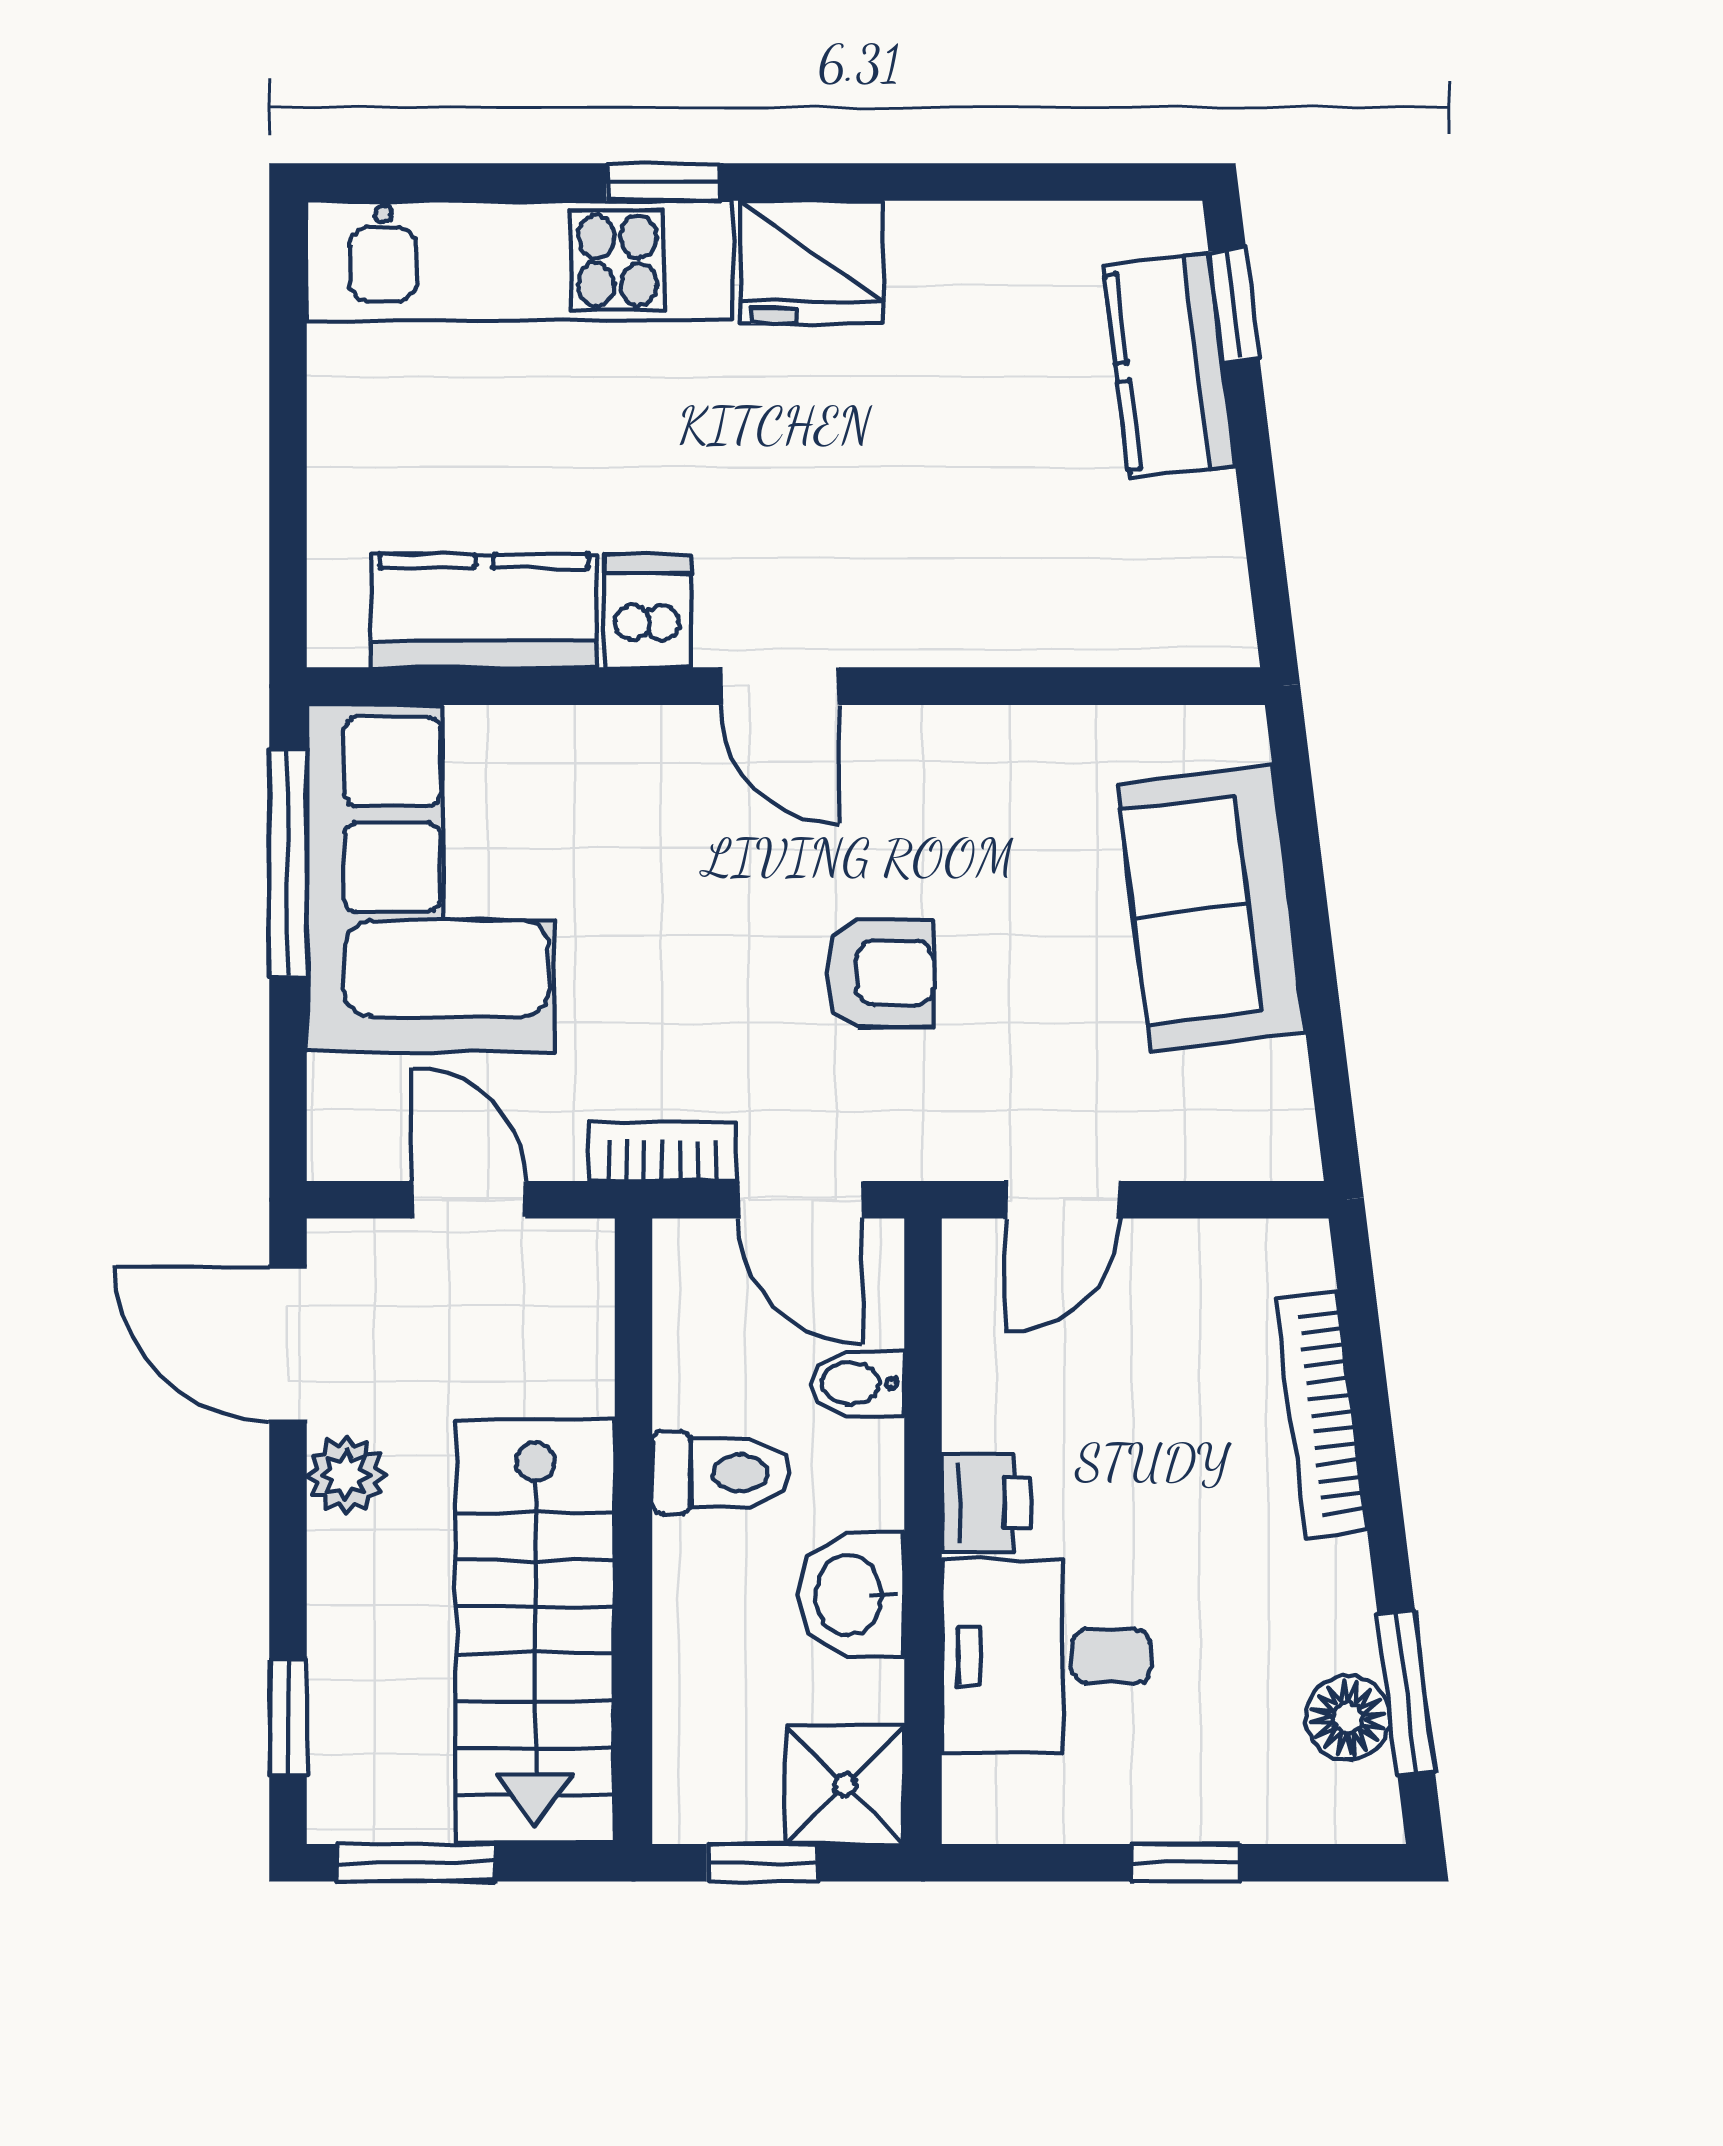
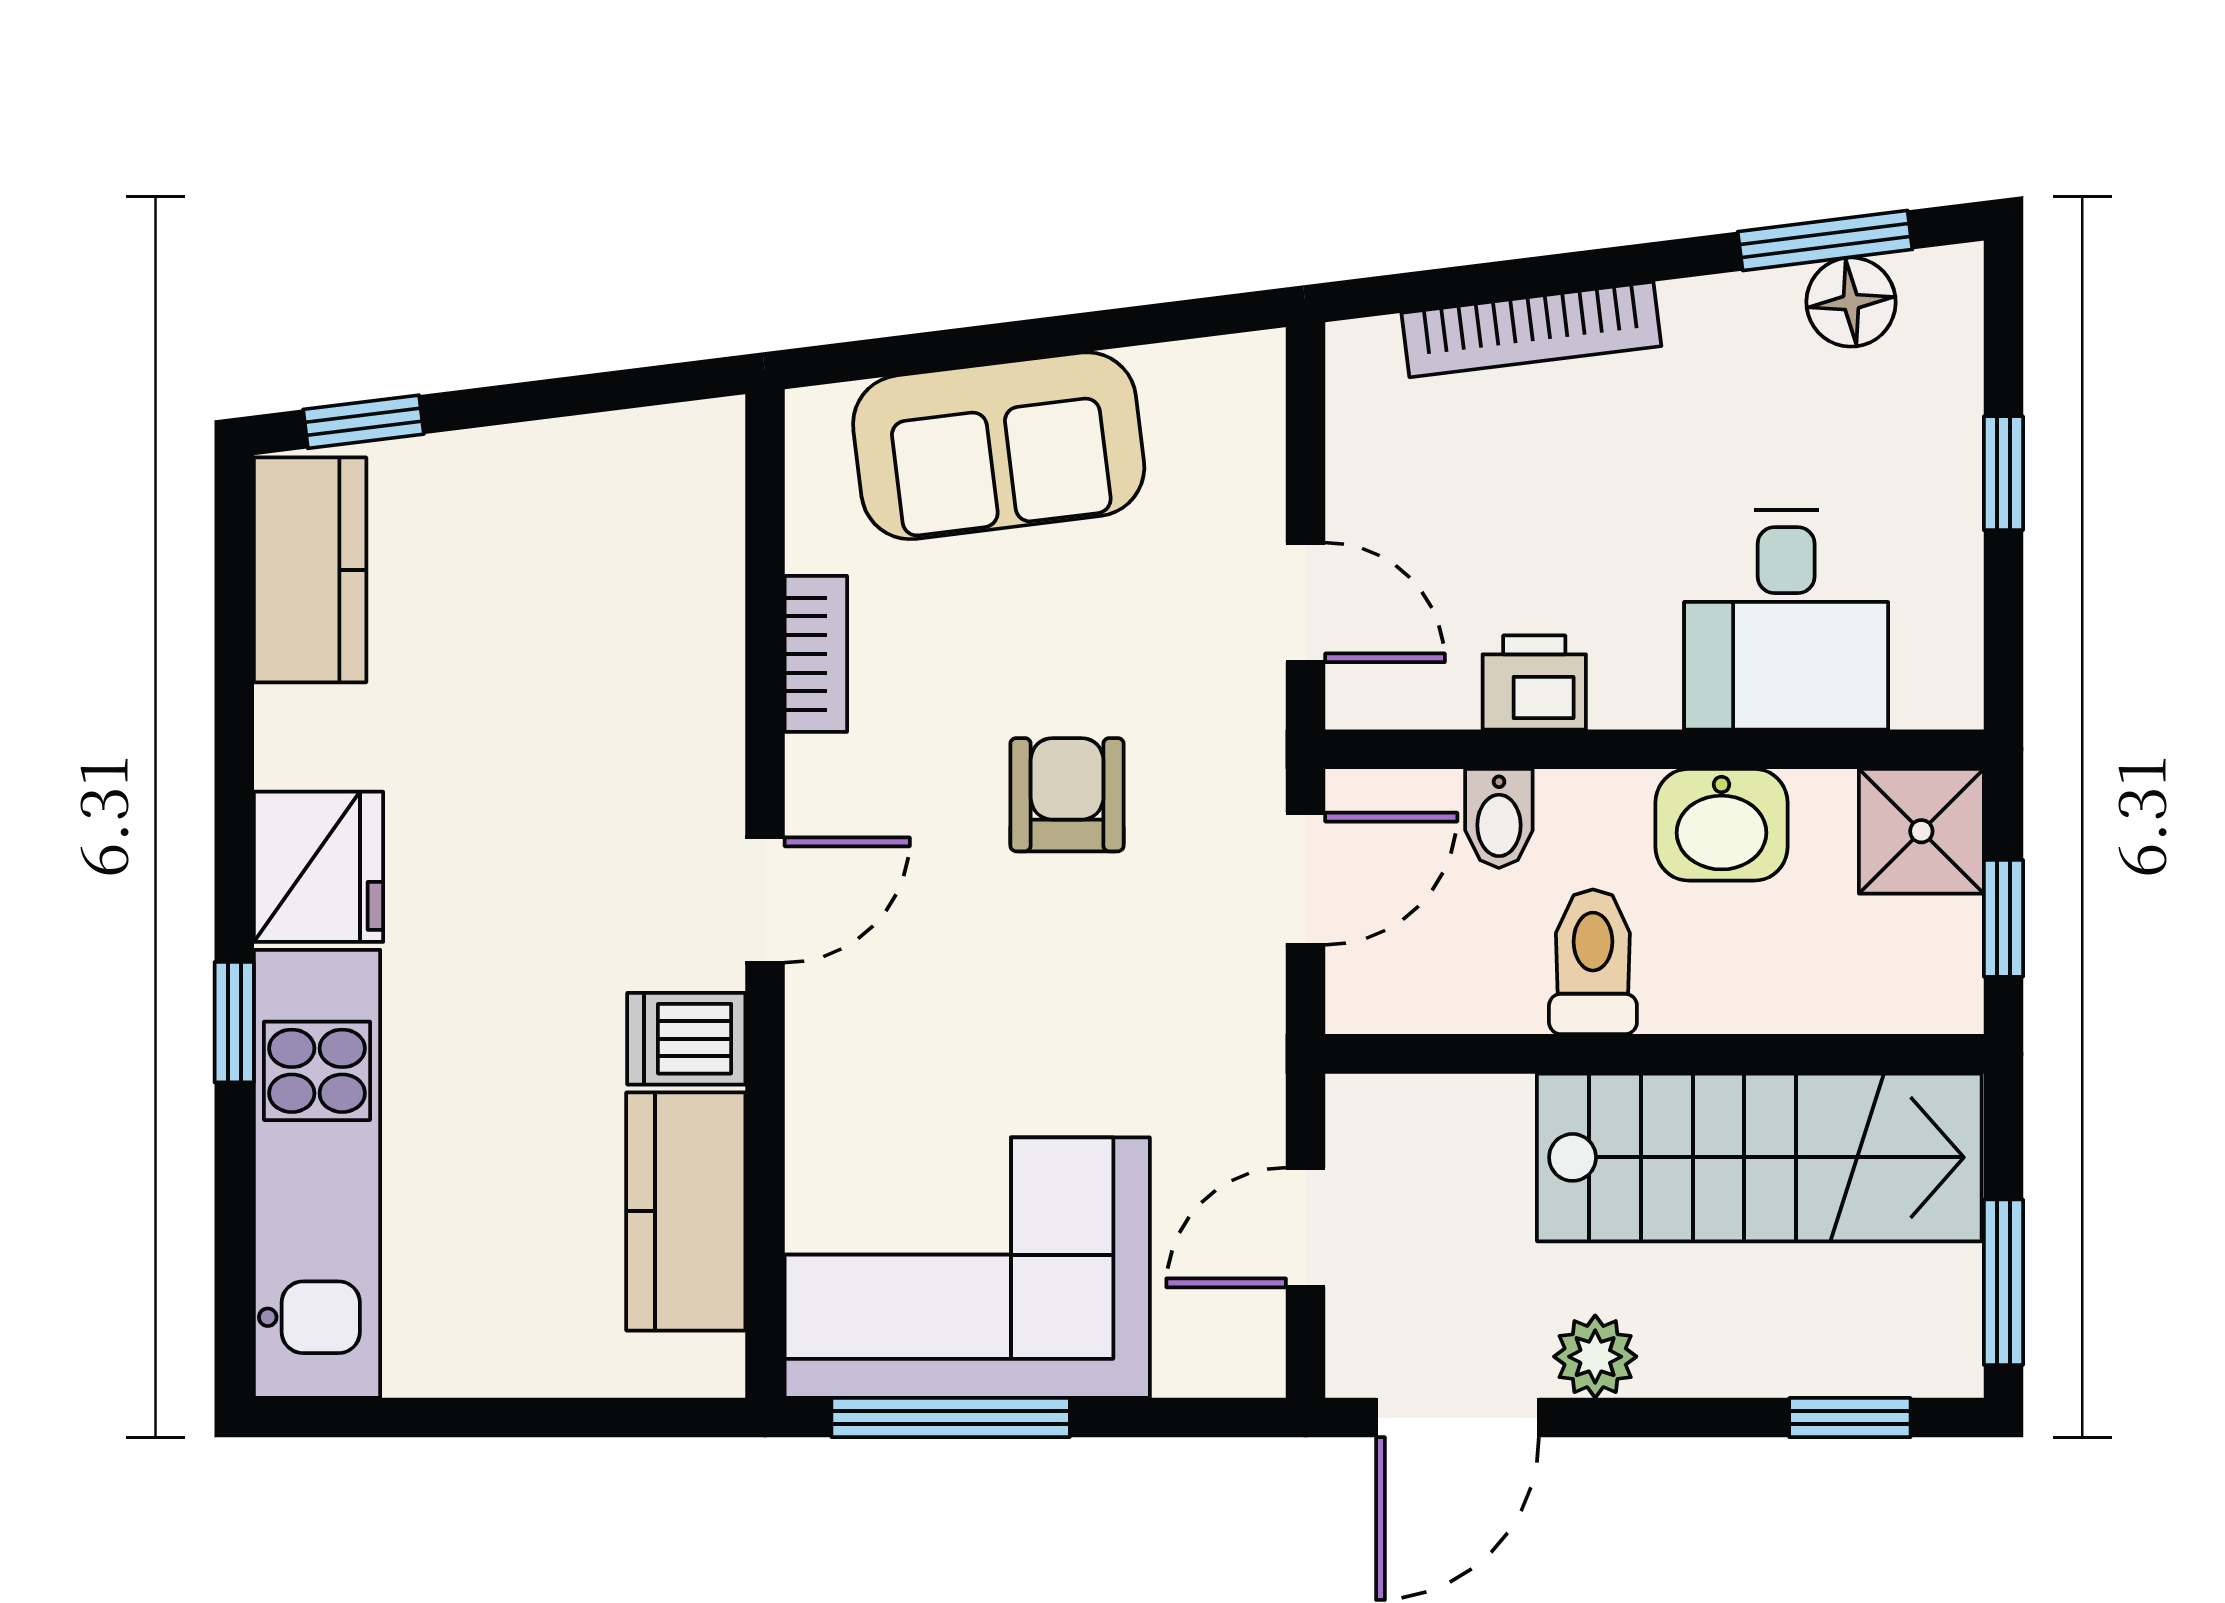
kitchen counter: (1169, 366) -> (310, 570), moved, turned -83
bookcase: (662, 1151) -> (816, 654), moved, turned 180
printer: (986, 1503) -> (1534, 683), moved

